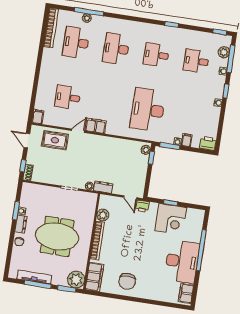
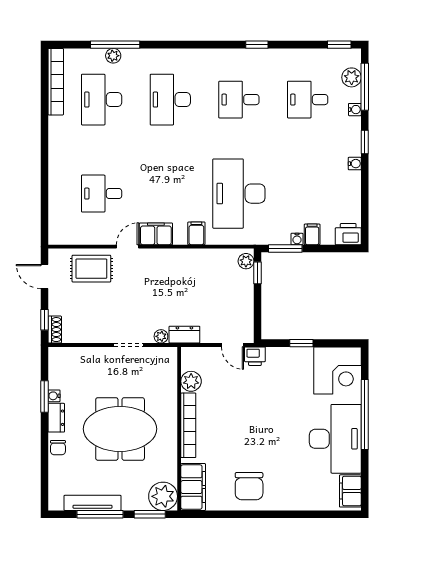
filing cabinet: (38, 117) -> (196, 233), moved
corner desk: (171, 219) -> (337, 370), moved

